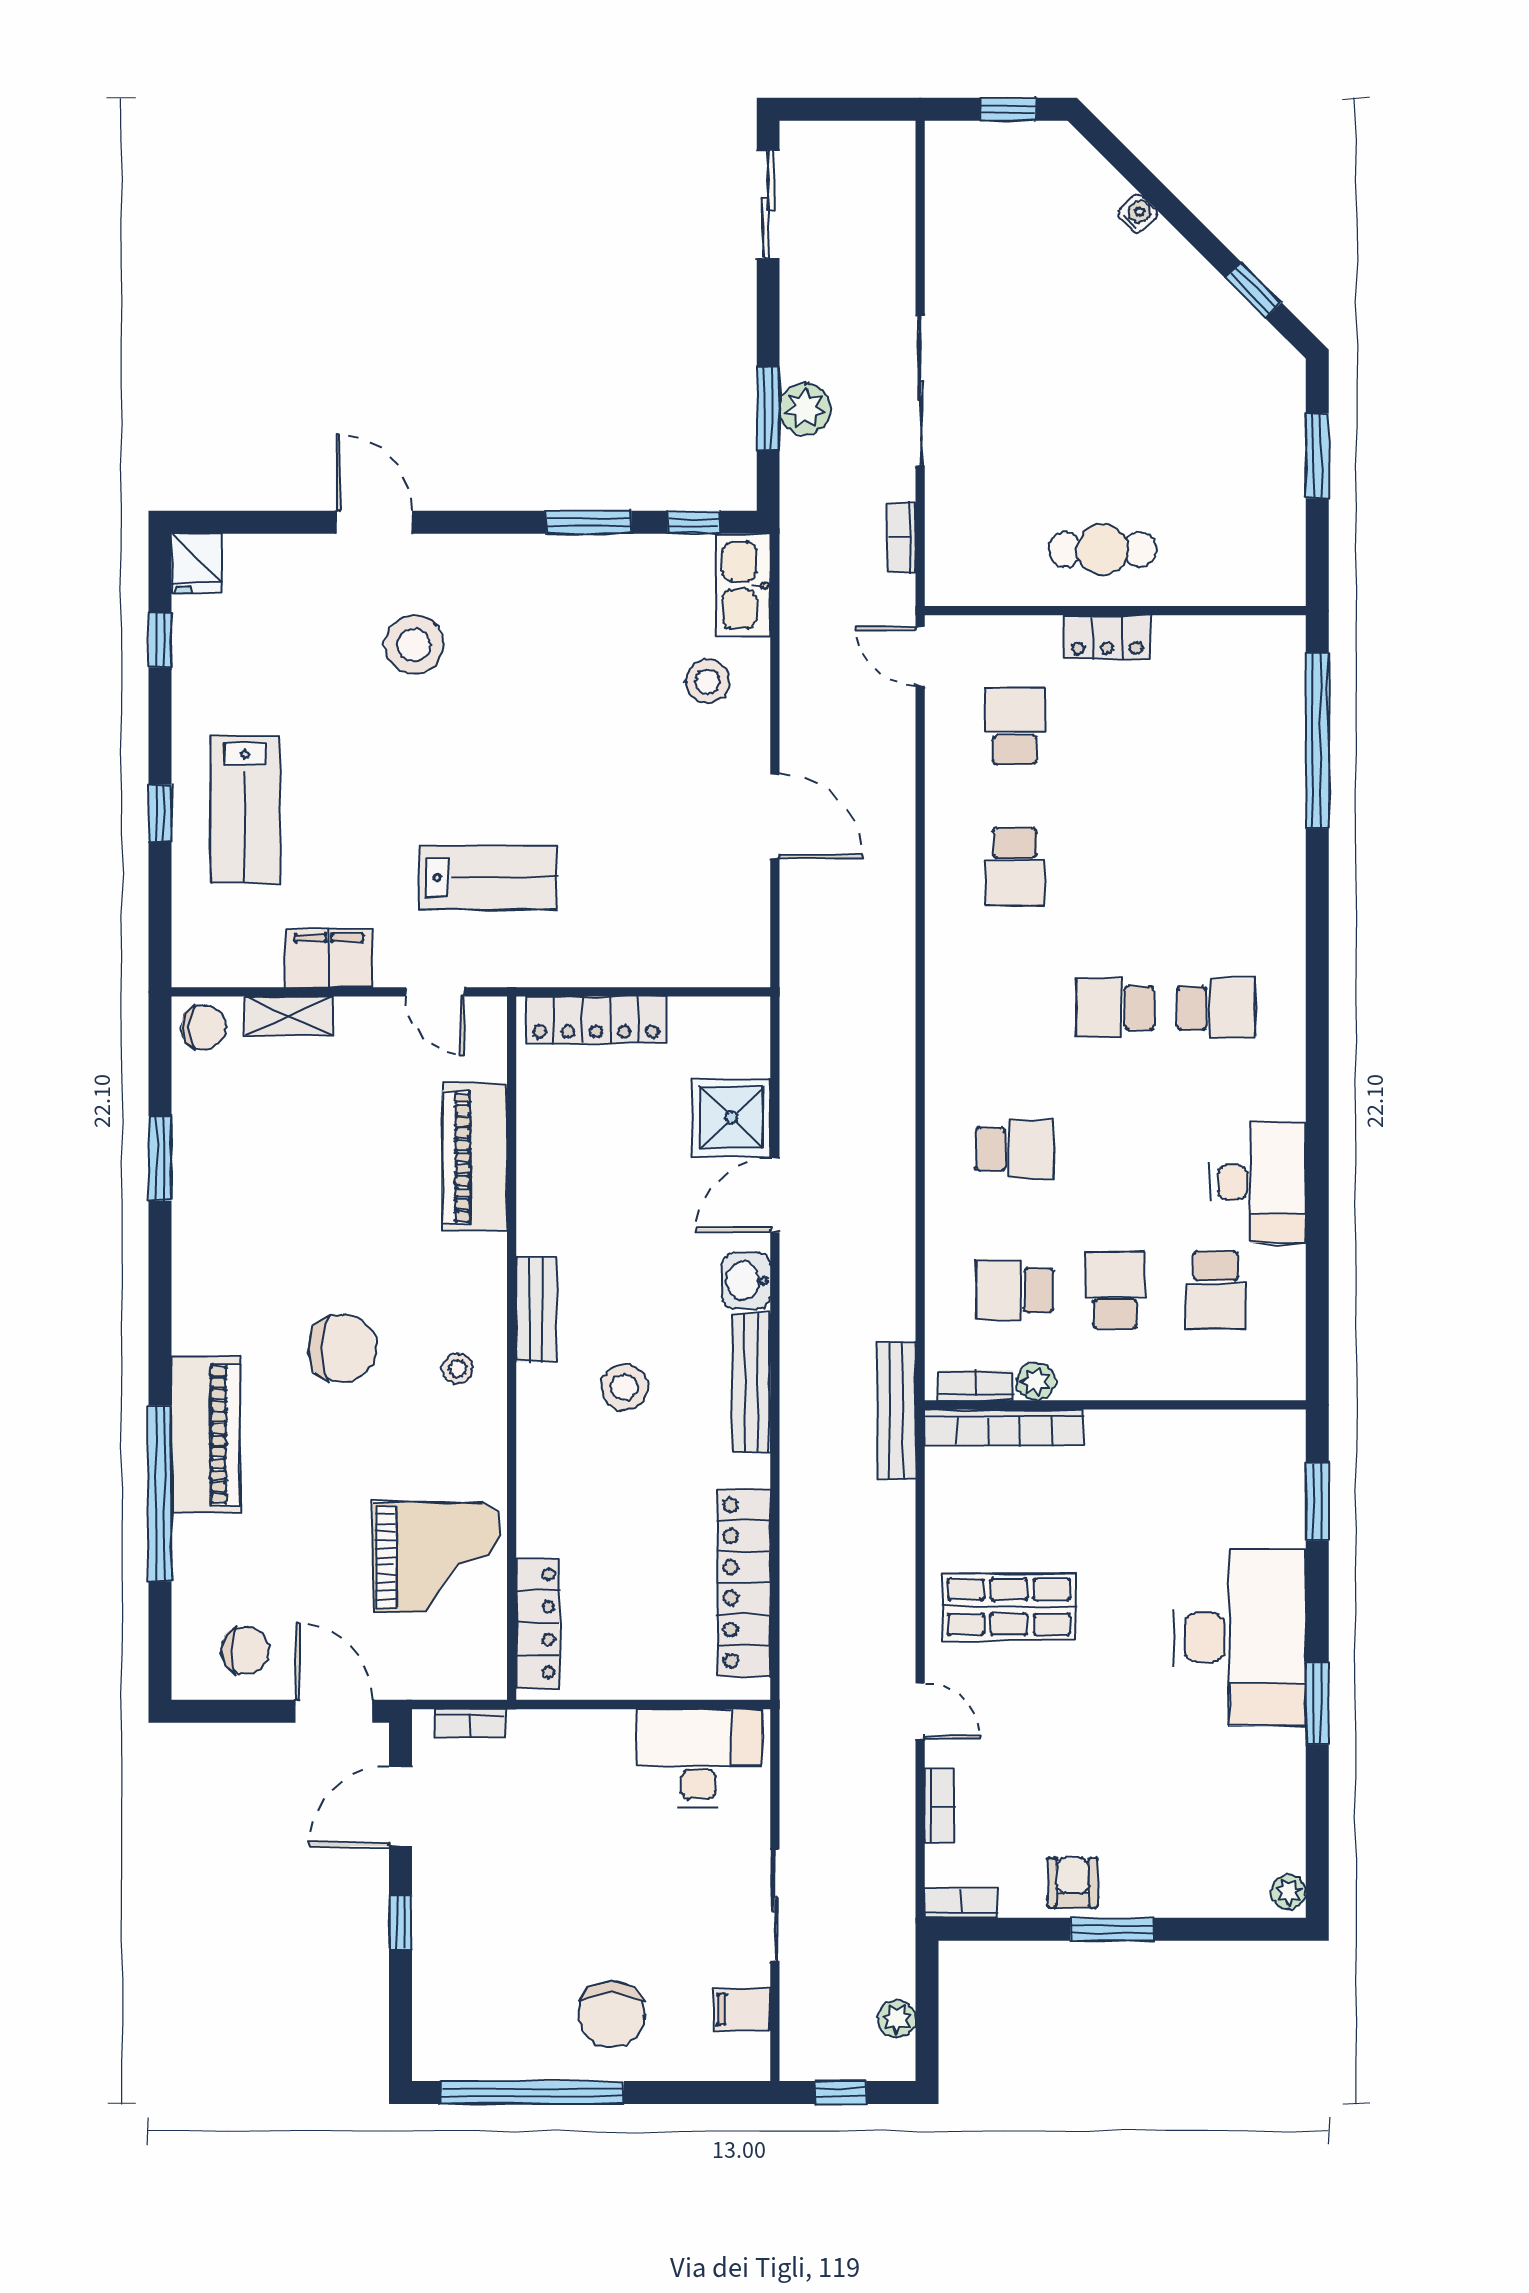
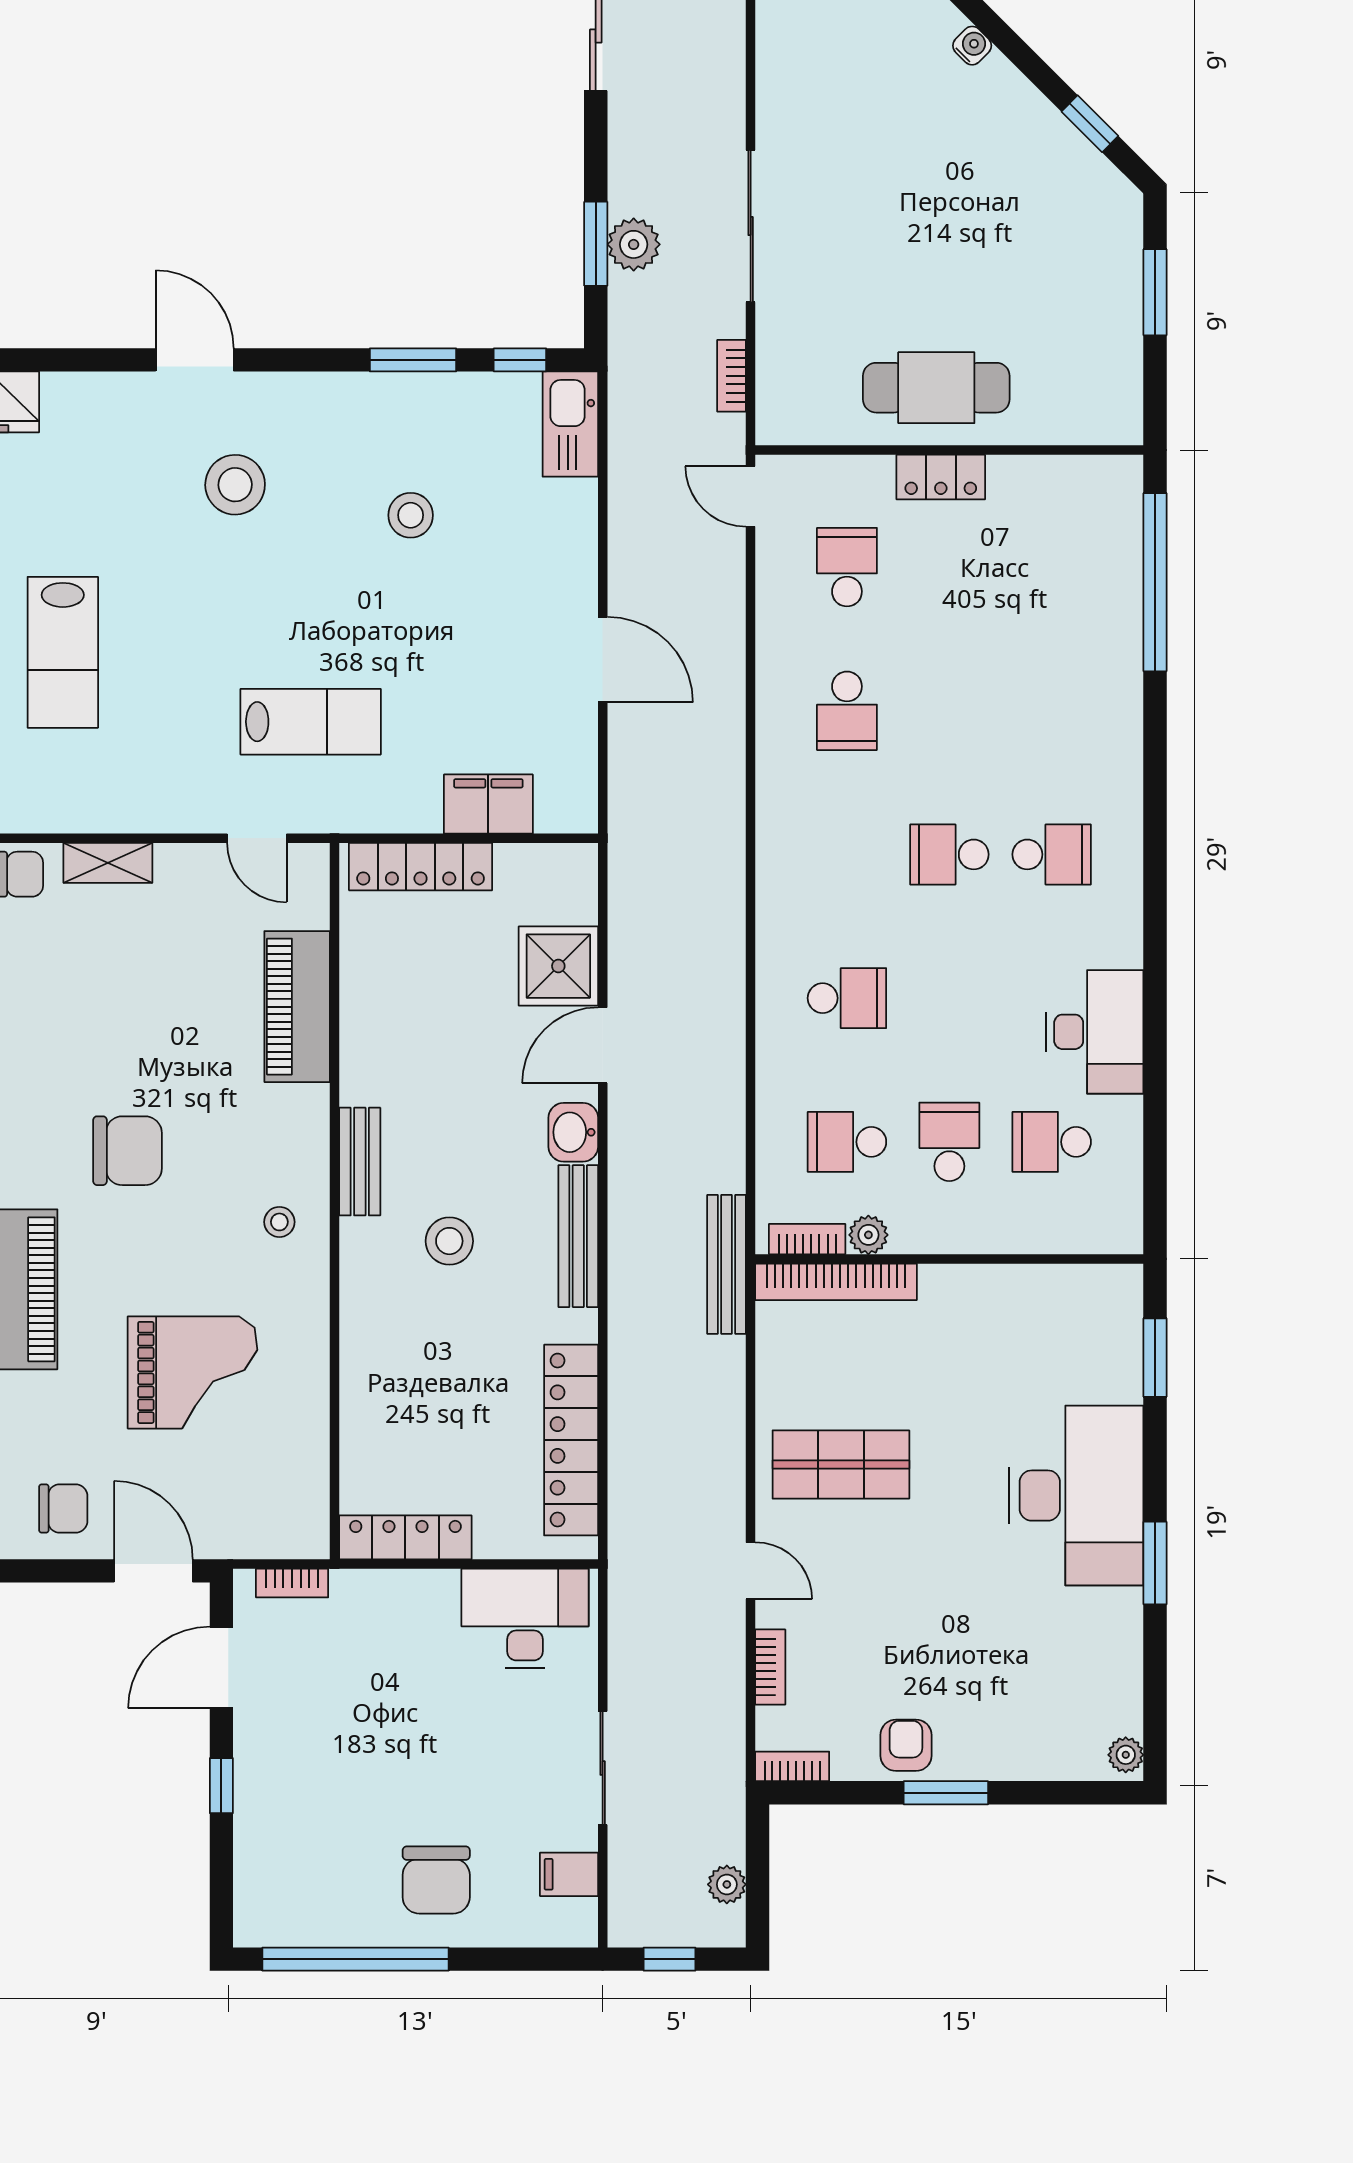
cafe table: (1103, 549) -> (936, 388), width x1.37, depth x1.35
stool: (708, 681) -> (411, 515), moved
filing cabinet: (329, 958) -> (488, 804), moved
school desk: (1216, 1290) -> (1052, 1142), turned 90
chair: (342, 1348) -> (127, 1151), moved
grand piano: (437, 1557) -> (192, 1372), moved
locker: (538, 1623) -> (405, 1537), moved, turned -90

